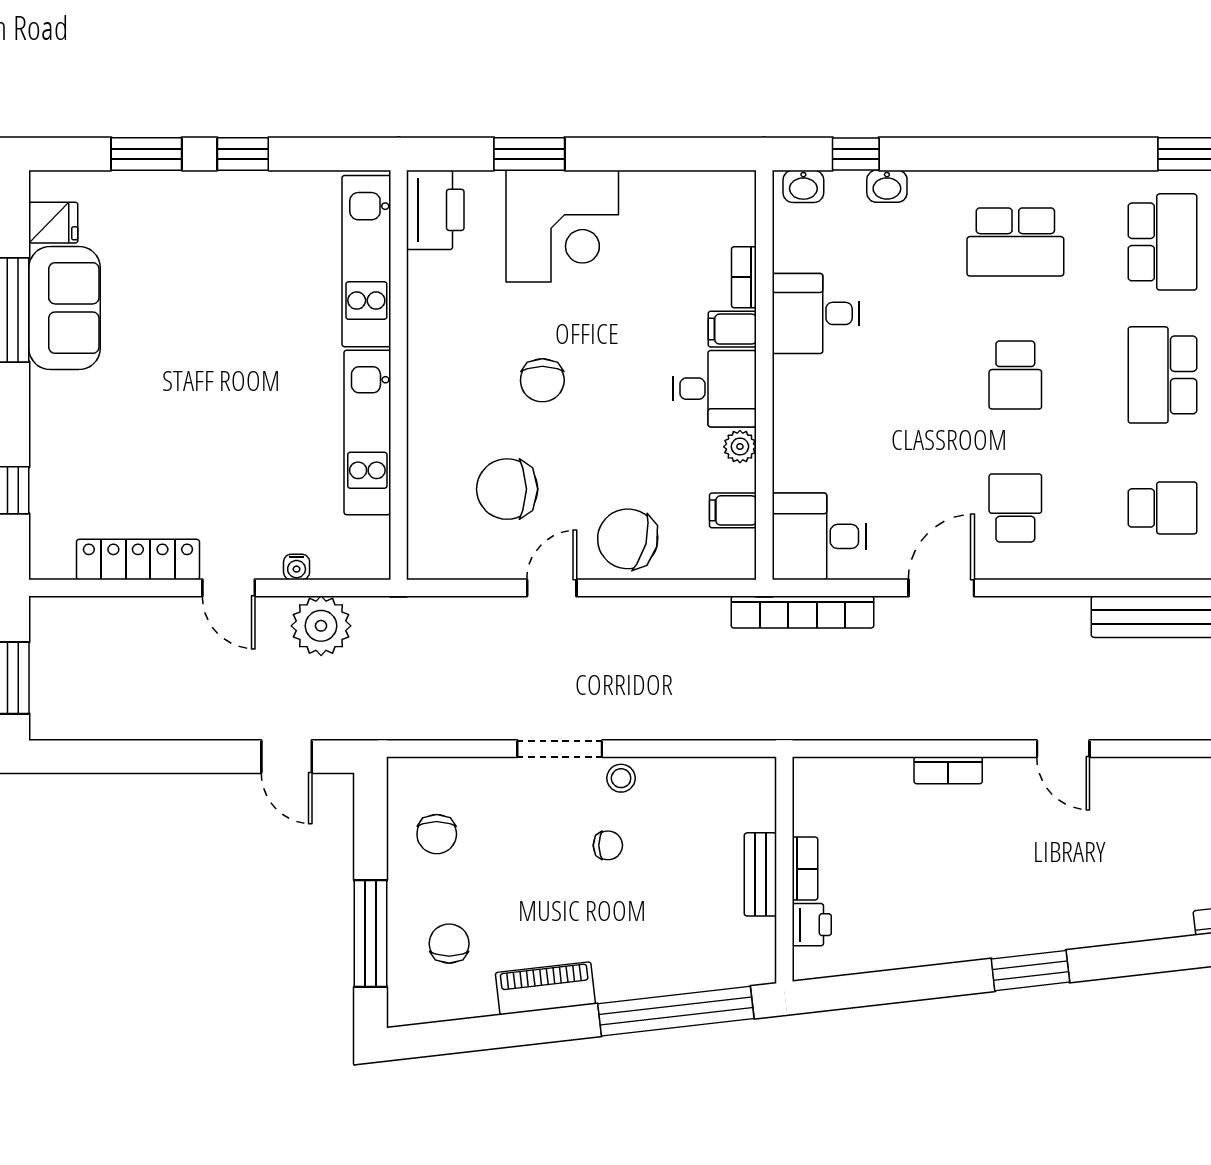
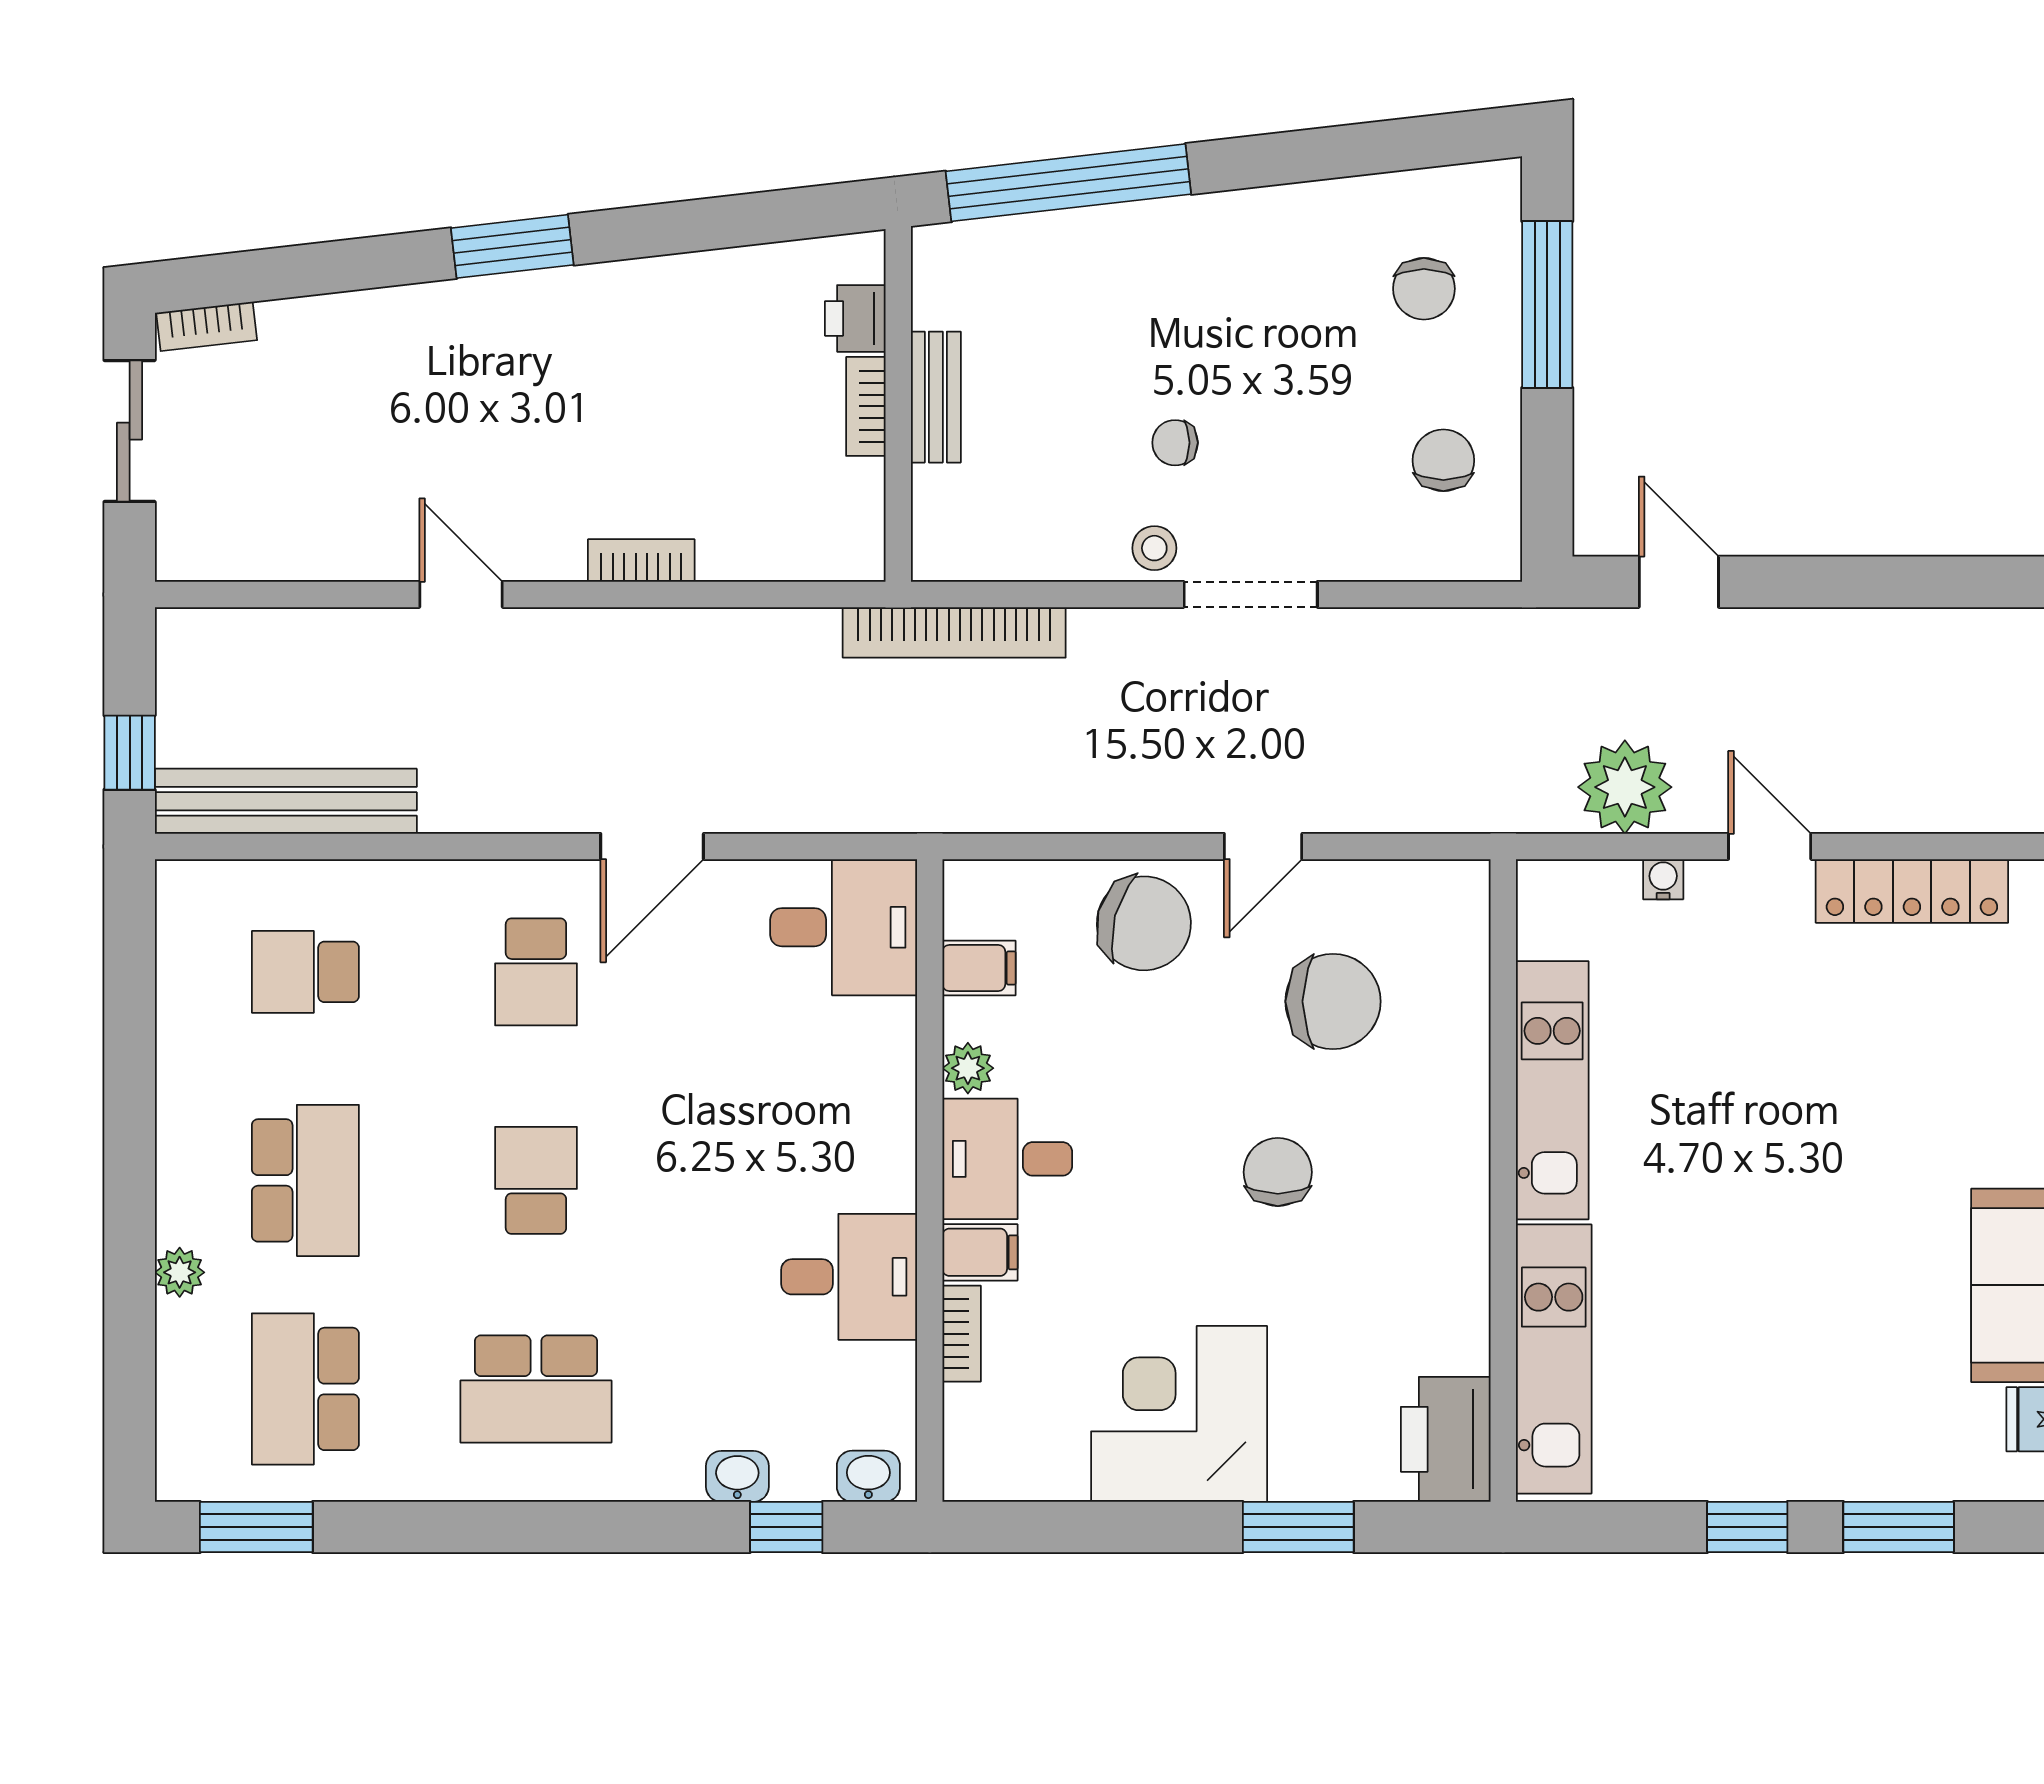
corner desk: (562, 226) -> (1179, 1414), moved
school desk: (1015, 242) -> (536, 1389), turned 180
bookcase: (802, 612) -> (954, 632), moved, turned 180
piano: (545, 988) -> (1273, 219), removed

